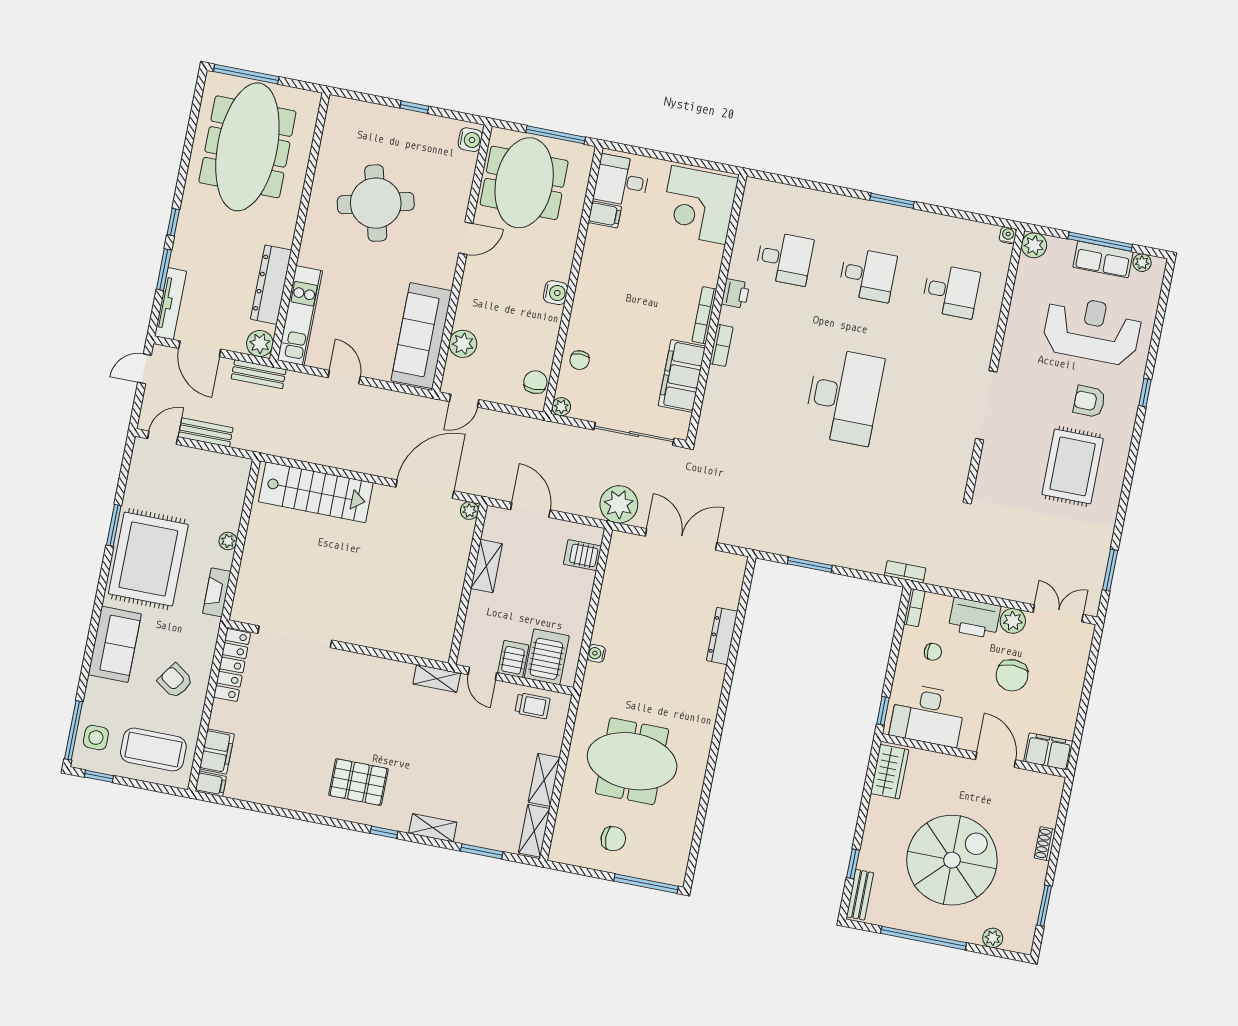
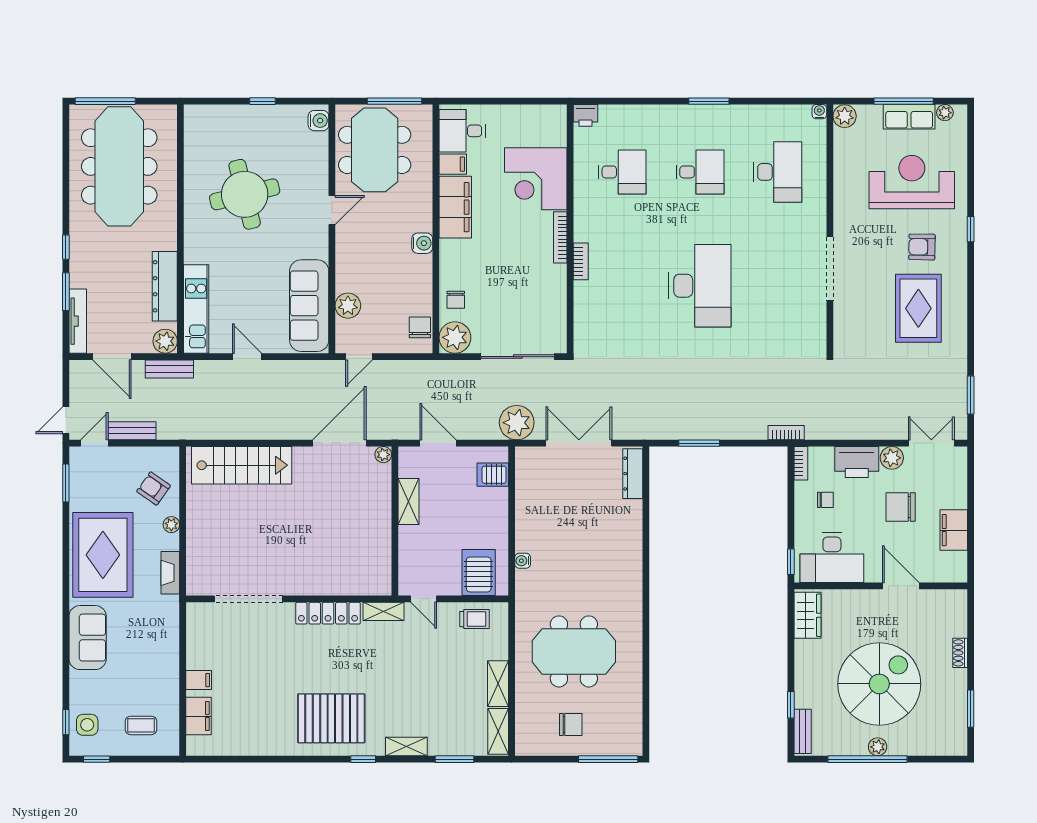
corner desk: (699, 205) -> (536, 179), moved
desk: (951, 291) -> (778, 172), width x1.37
printer: (735, 294) -> (585, 115), moved, turned 90
door: (144, 369) -> (66, 420), moved
filing cabinet: (682, 376) -> (455, 207), moved, turned 180
plant: (561, 407) -> (455, 337), width x1.88, depth x1.88
window: (114, 525) -> (66, 483), moved
dresser: (722, 636) -> (633, 474), moved
server rack: (513, 659) -> (449, 580), removed
locker: (232, 665) -> (328, 613), moved, turned 90
chair: (1012, 675) -> (901, 507), turned 90
armchair: (175, 681) -> (154, 489), moved
window: (74, 730) -> (66, 722), width x0.46
coffee table: (153, 749) -> (141, 725), width x0.54, depth x0.58
filing cabinet: (1048, 751) -> (954, 530), moved, turned -90
pallet: (358, 782) -> (331, 718), width x1.37, depth x1.41
filing cabinet: (211, 784) -> (199, 680), moved
plant: (993, 938) -> (878, 747), moved

